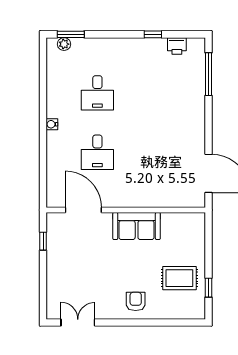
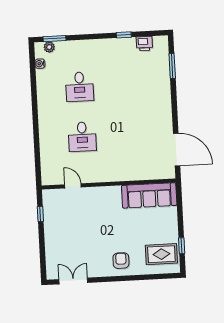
window: (208, 74) -> (172, 66), width x0.69
water cooler: (52, 124) -> (40, 64), moved
door: (83, 210) -> (73, 186), width x0.53
sofa: (137, 226) -> (149, 195), moved, width x1.36
rug: (179, 278) -> (161, 254), moved

